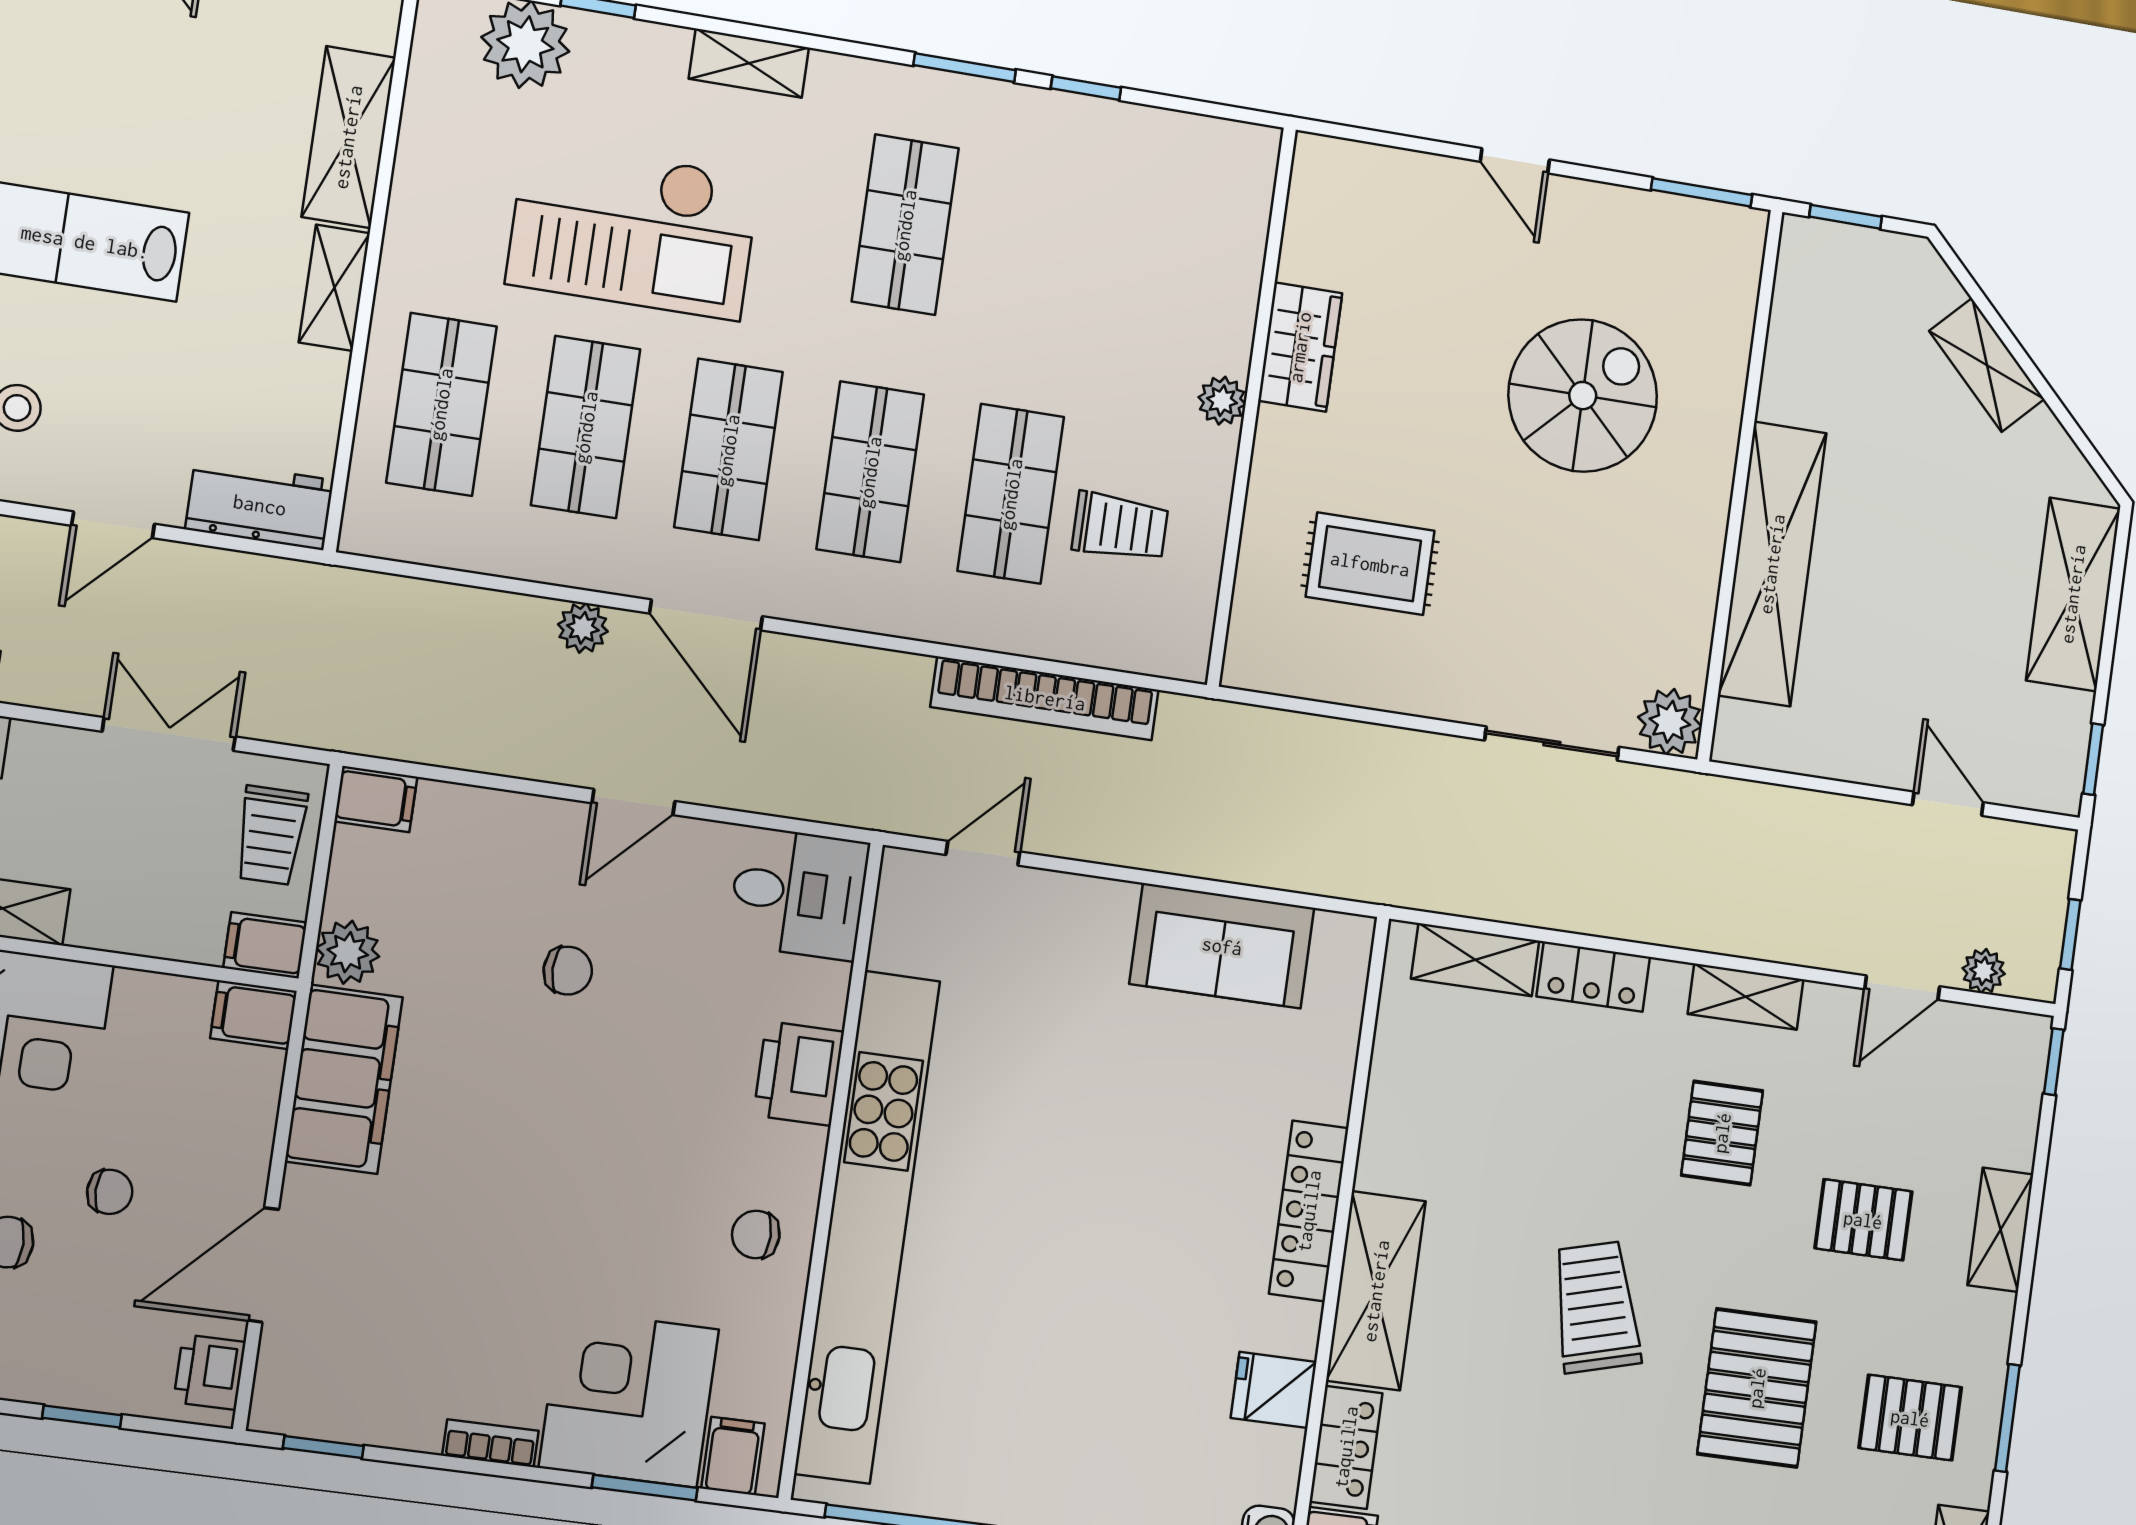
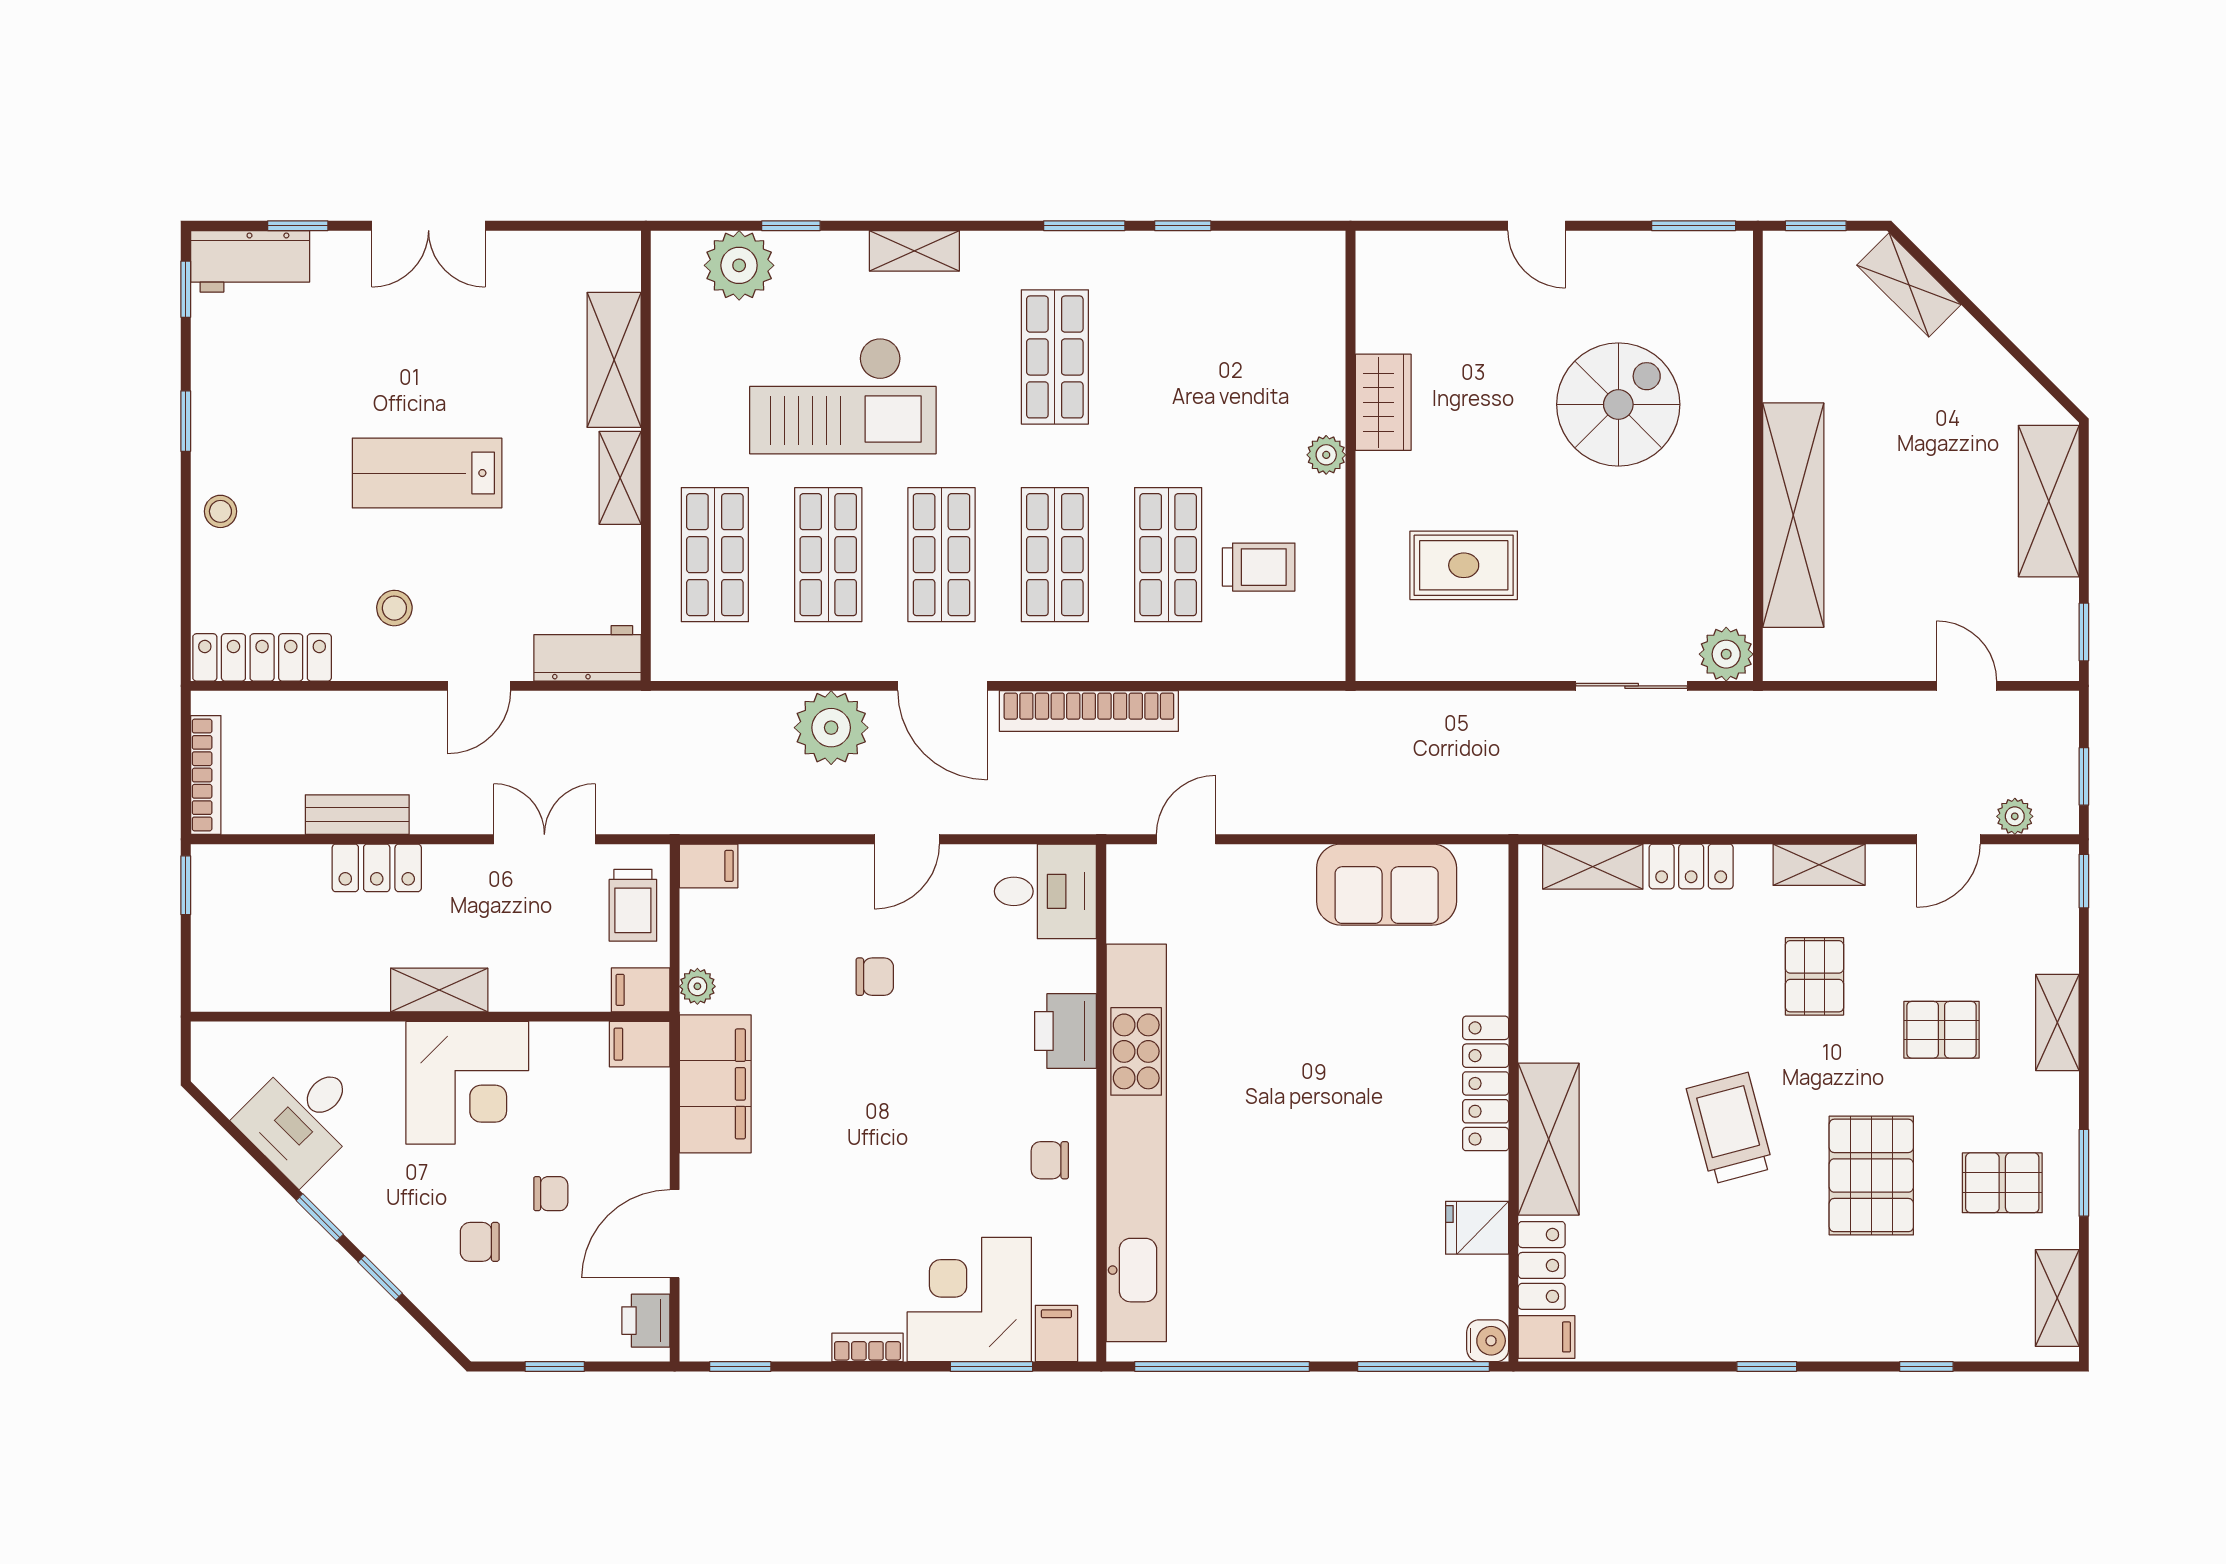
shelving: (1987, 365) -> (1909, 285), moved
plant: (583, 628) -> (831, 728), width x1.88, depth x1.88
bookcase: (1045, 698) -> (1089, 711), moved
plant: (348, 952) -> (697, 986), width x0.73, depth x0.73

